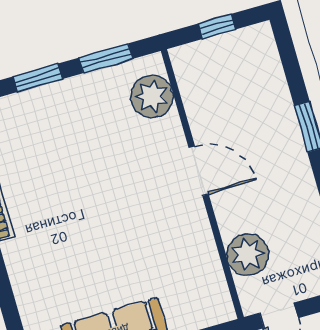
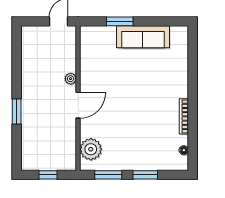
door: (199, 171) -> (78, 105), swing flipped
plant: (248, 255) -> (71, 79), moved, width x0.53, depth x0.53

